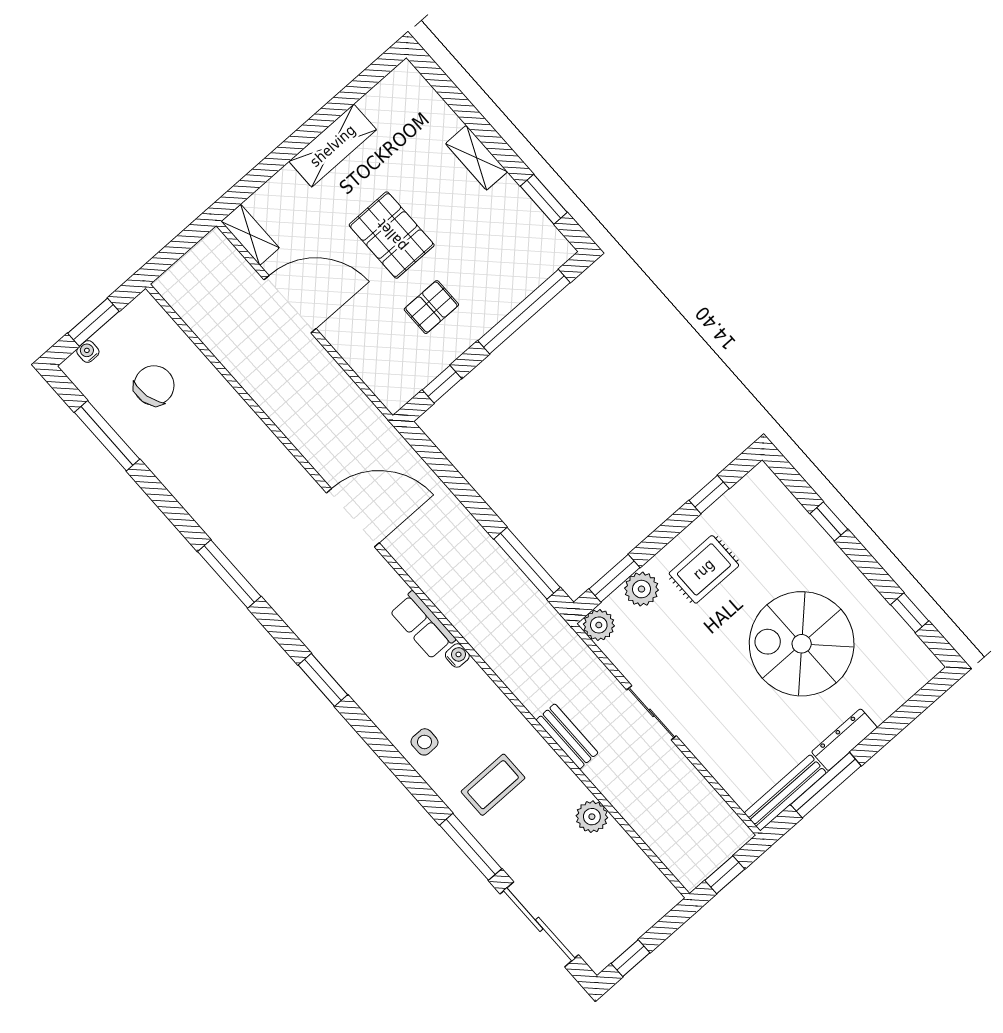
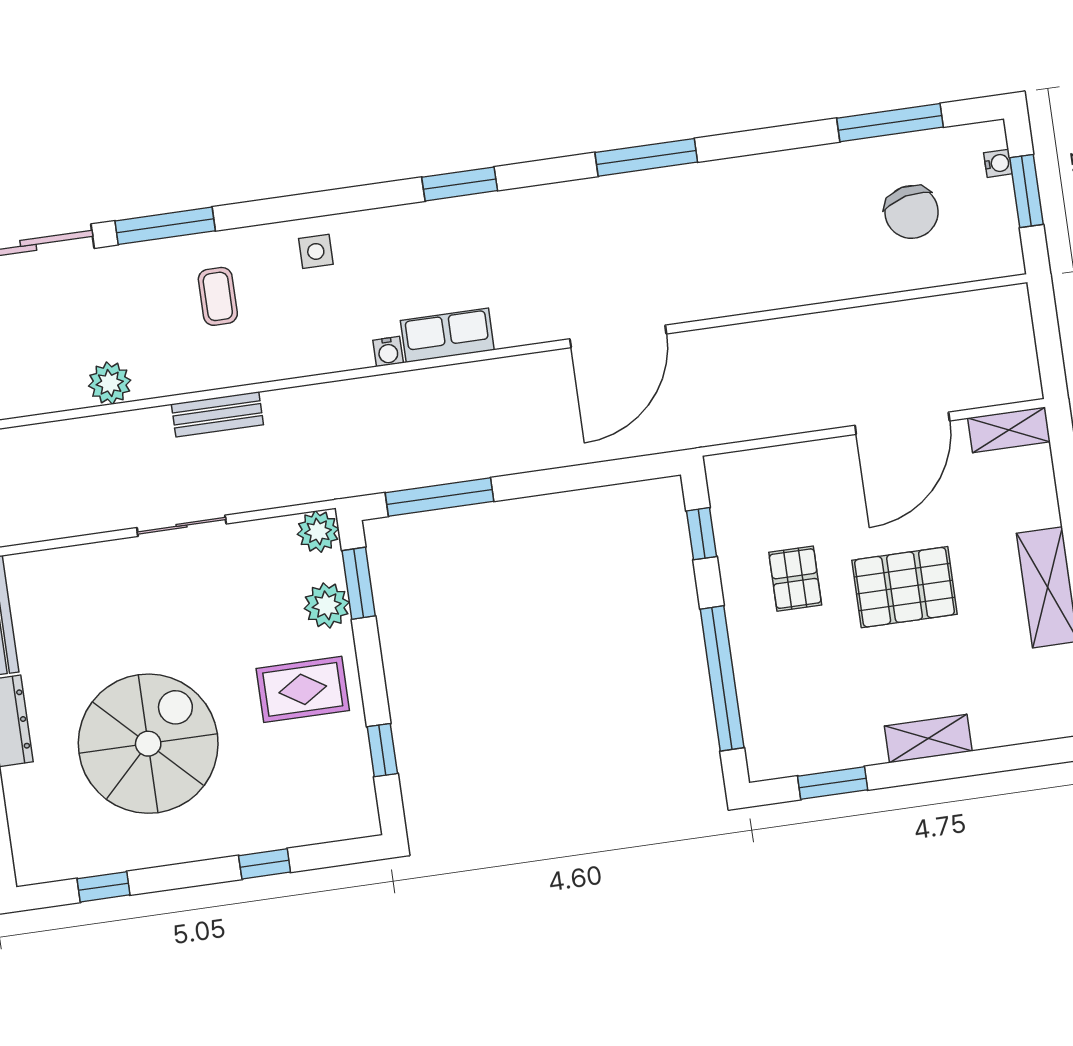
rug: (704, 569) -> (303, 689), turned 90
coffee table: (493, 785) -> (218, 296), width x0.73, depth x0.77

